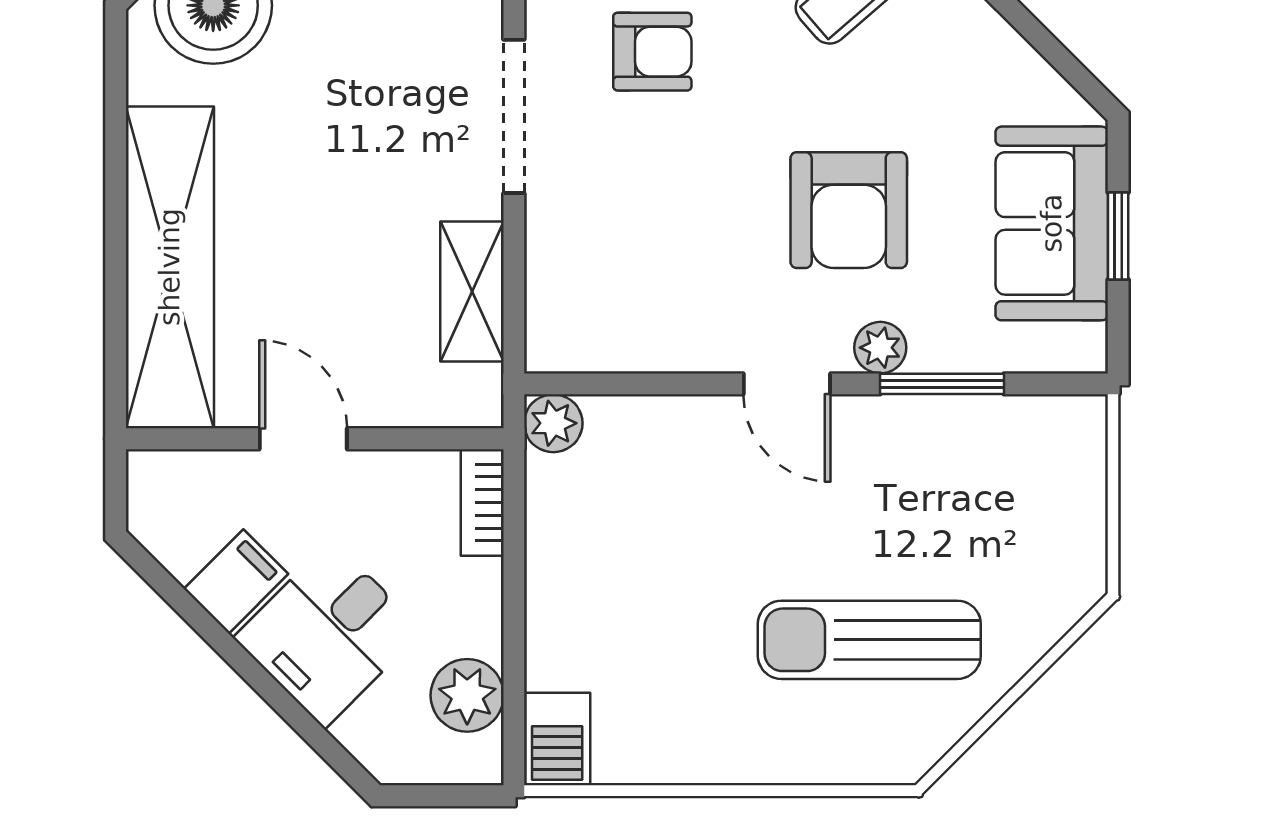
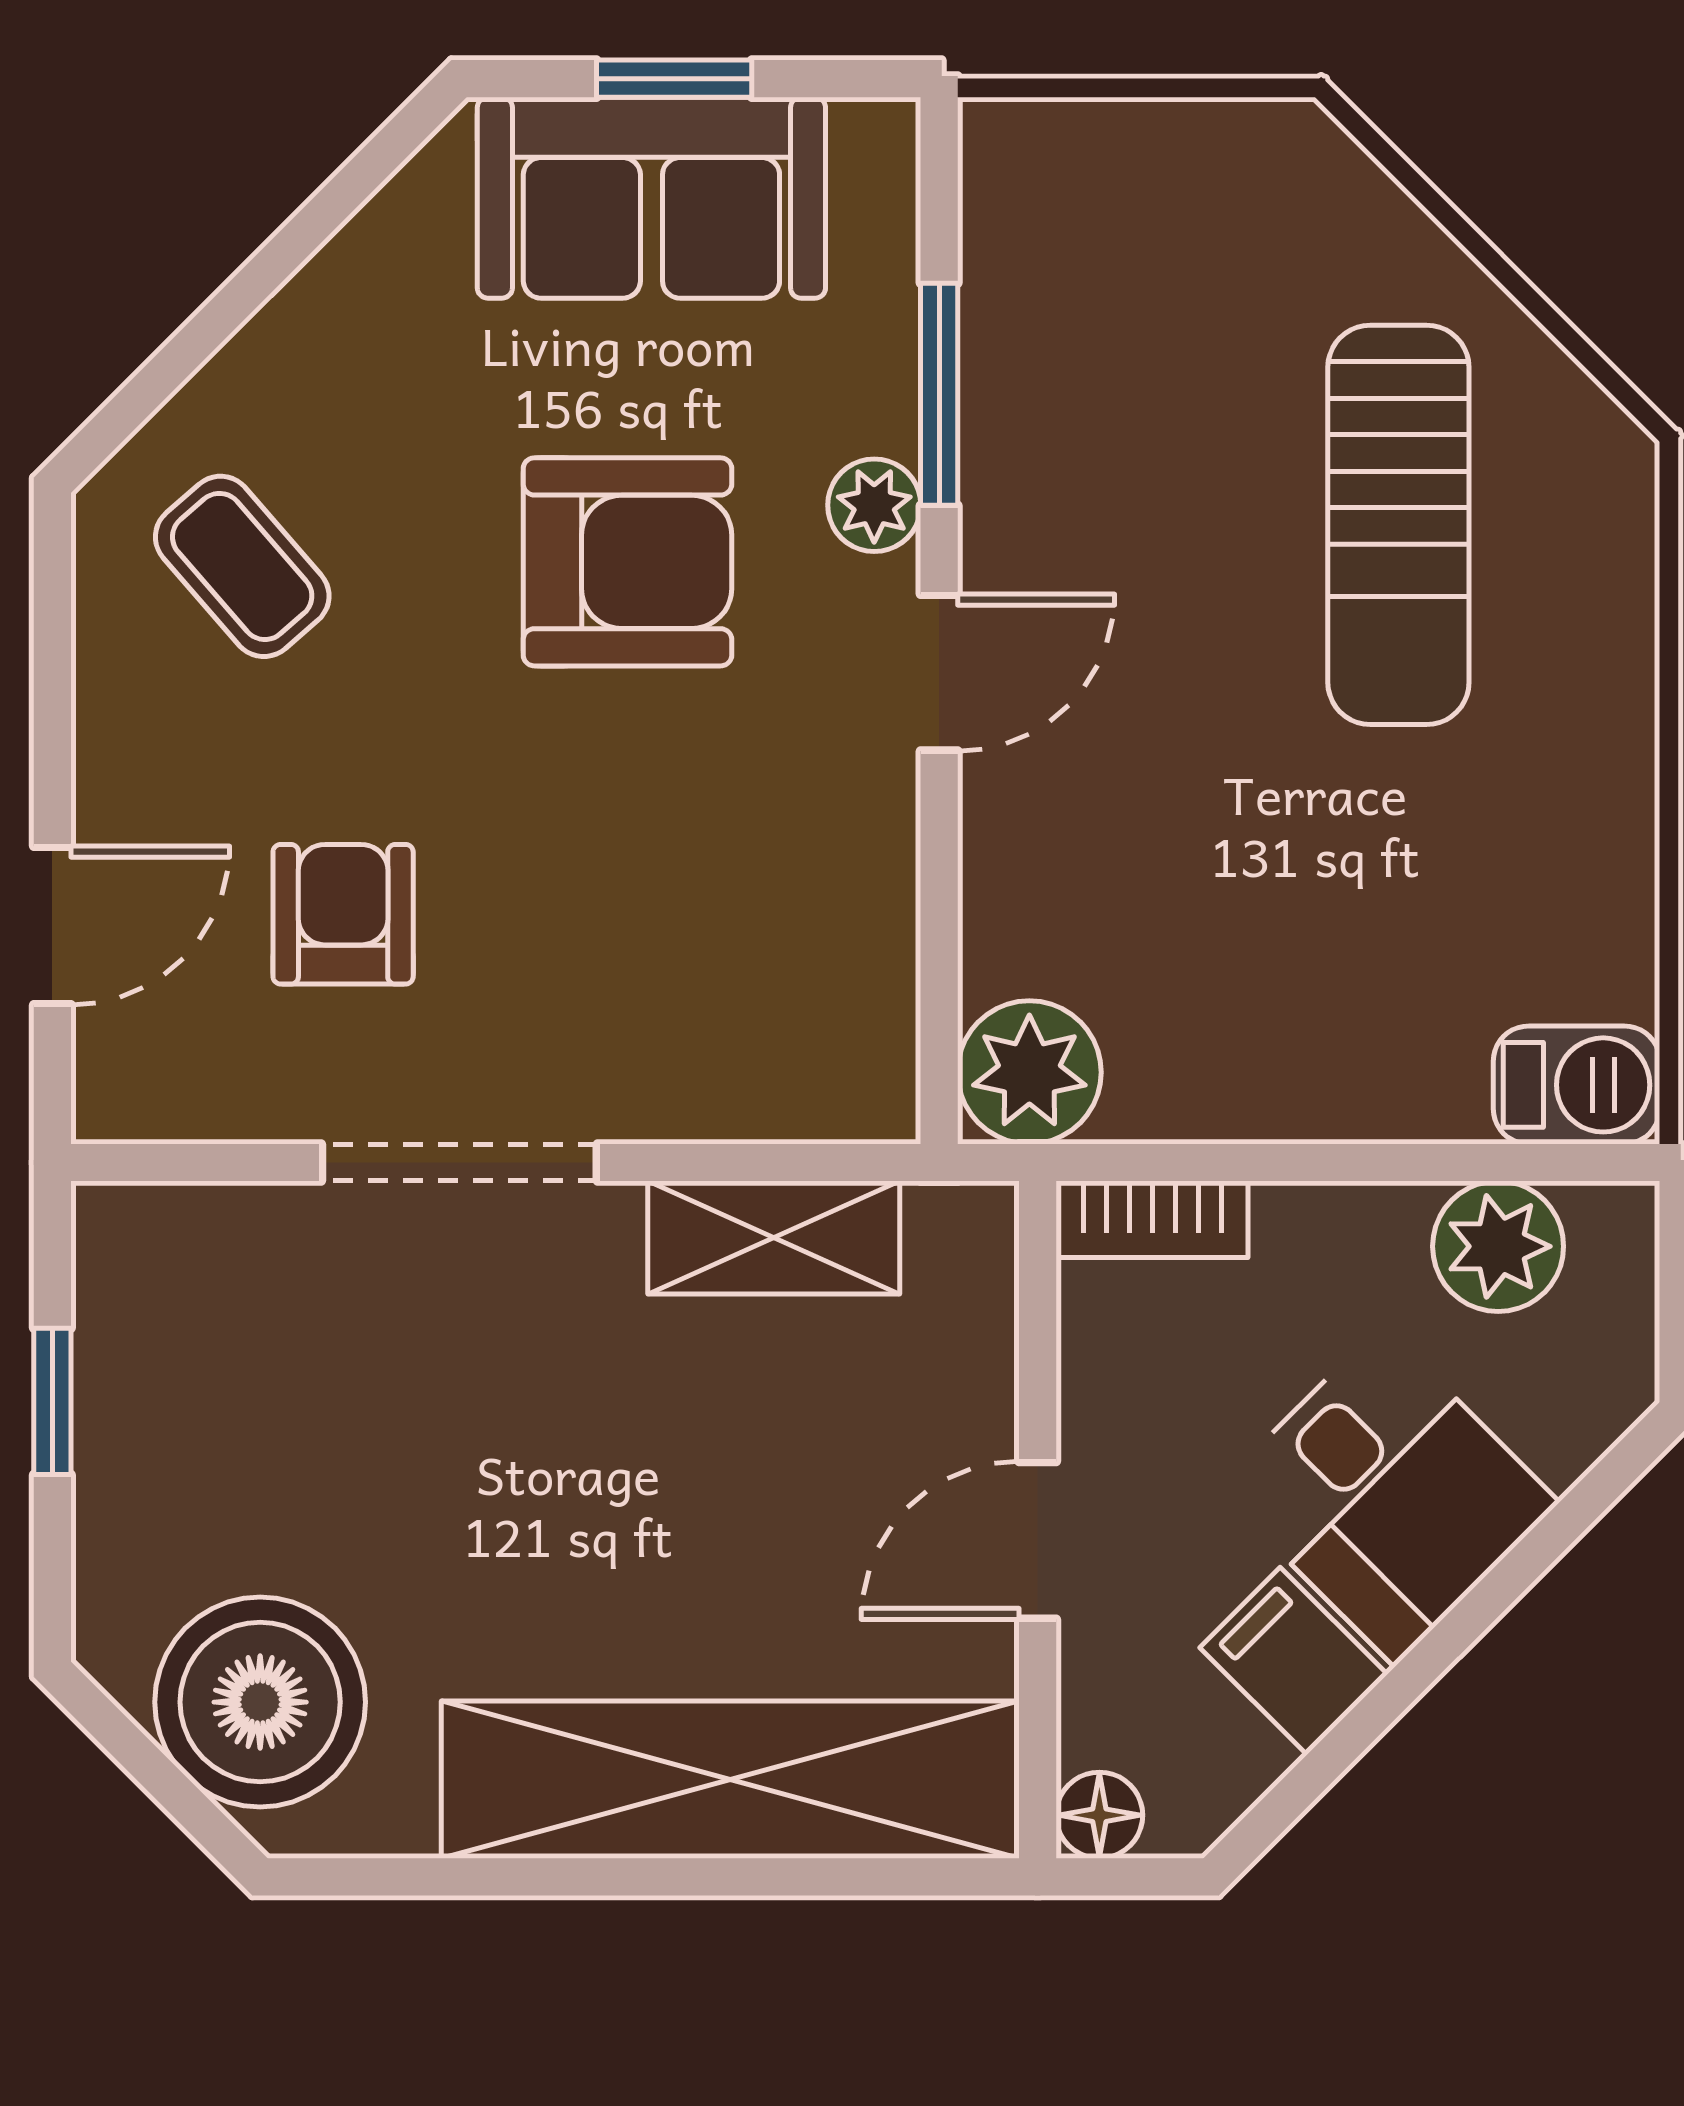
plant: (553, 423) -> (1029, 1072), width x1.38, depth x1.38
floor lamp: (150, 473) -> (1099, 1815), added

